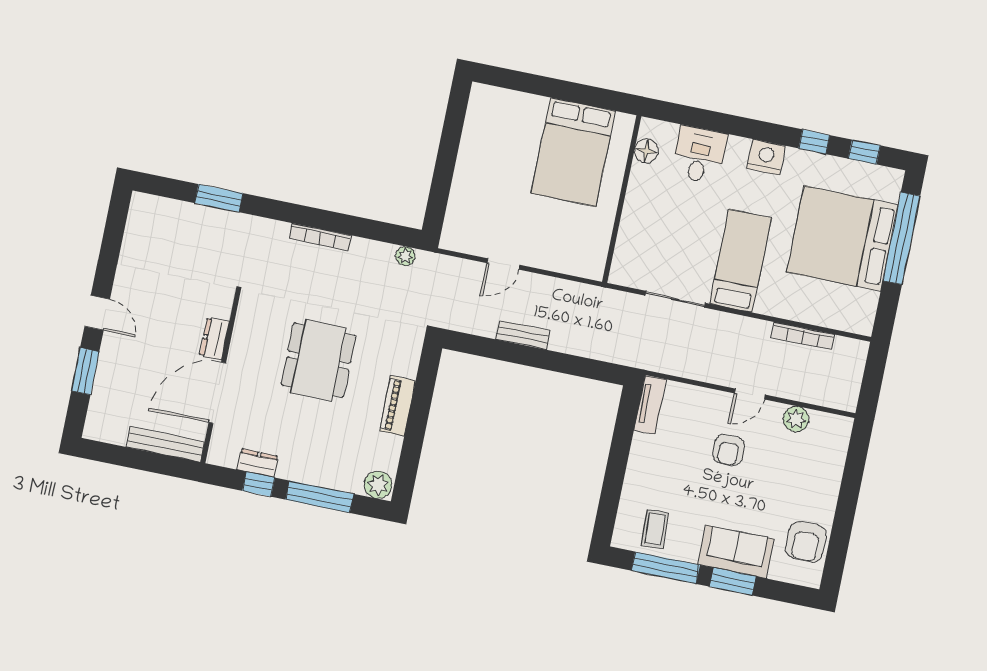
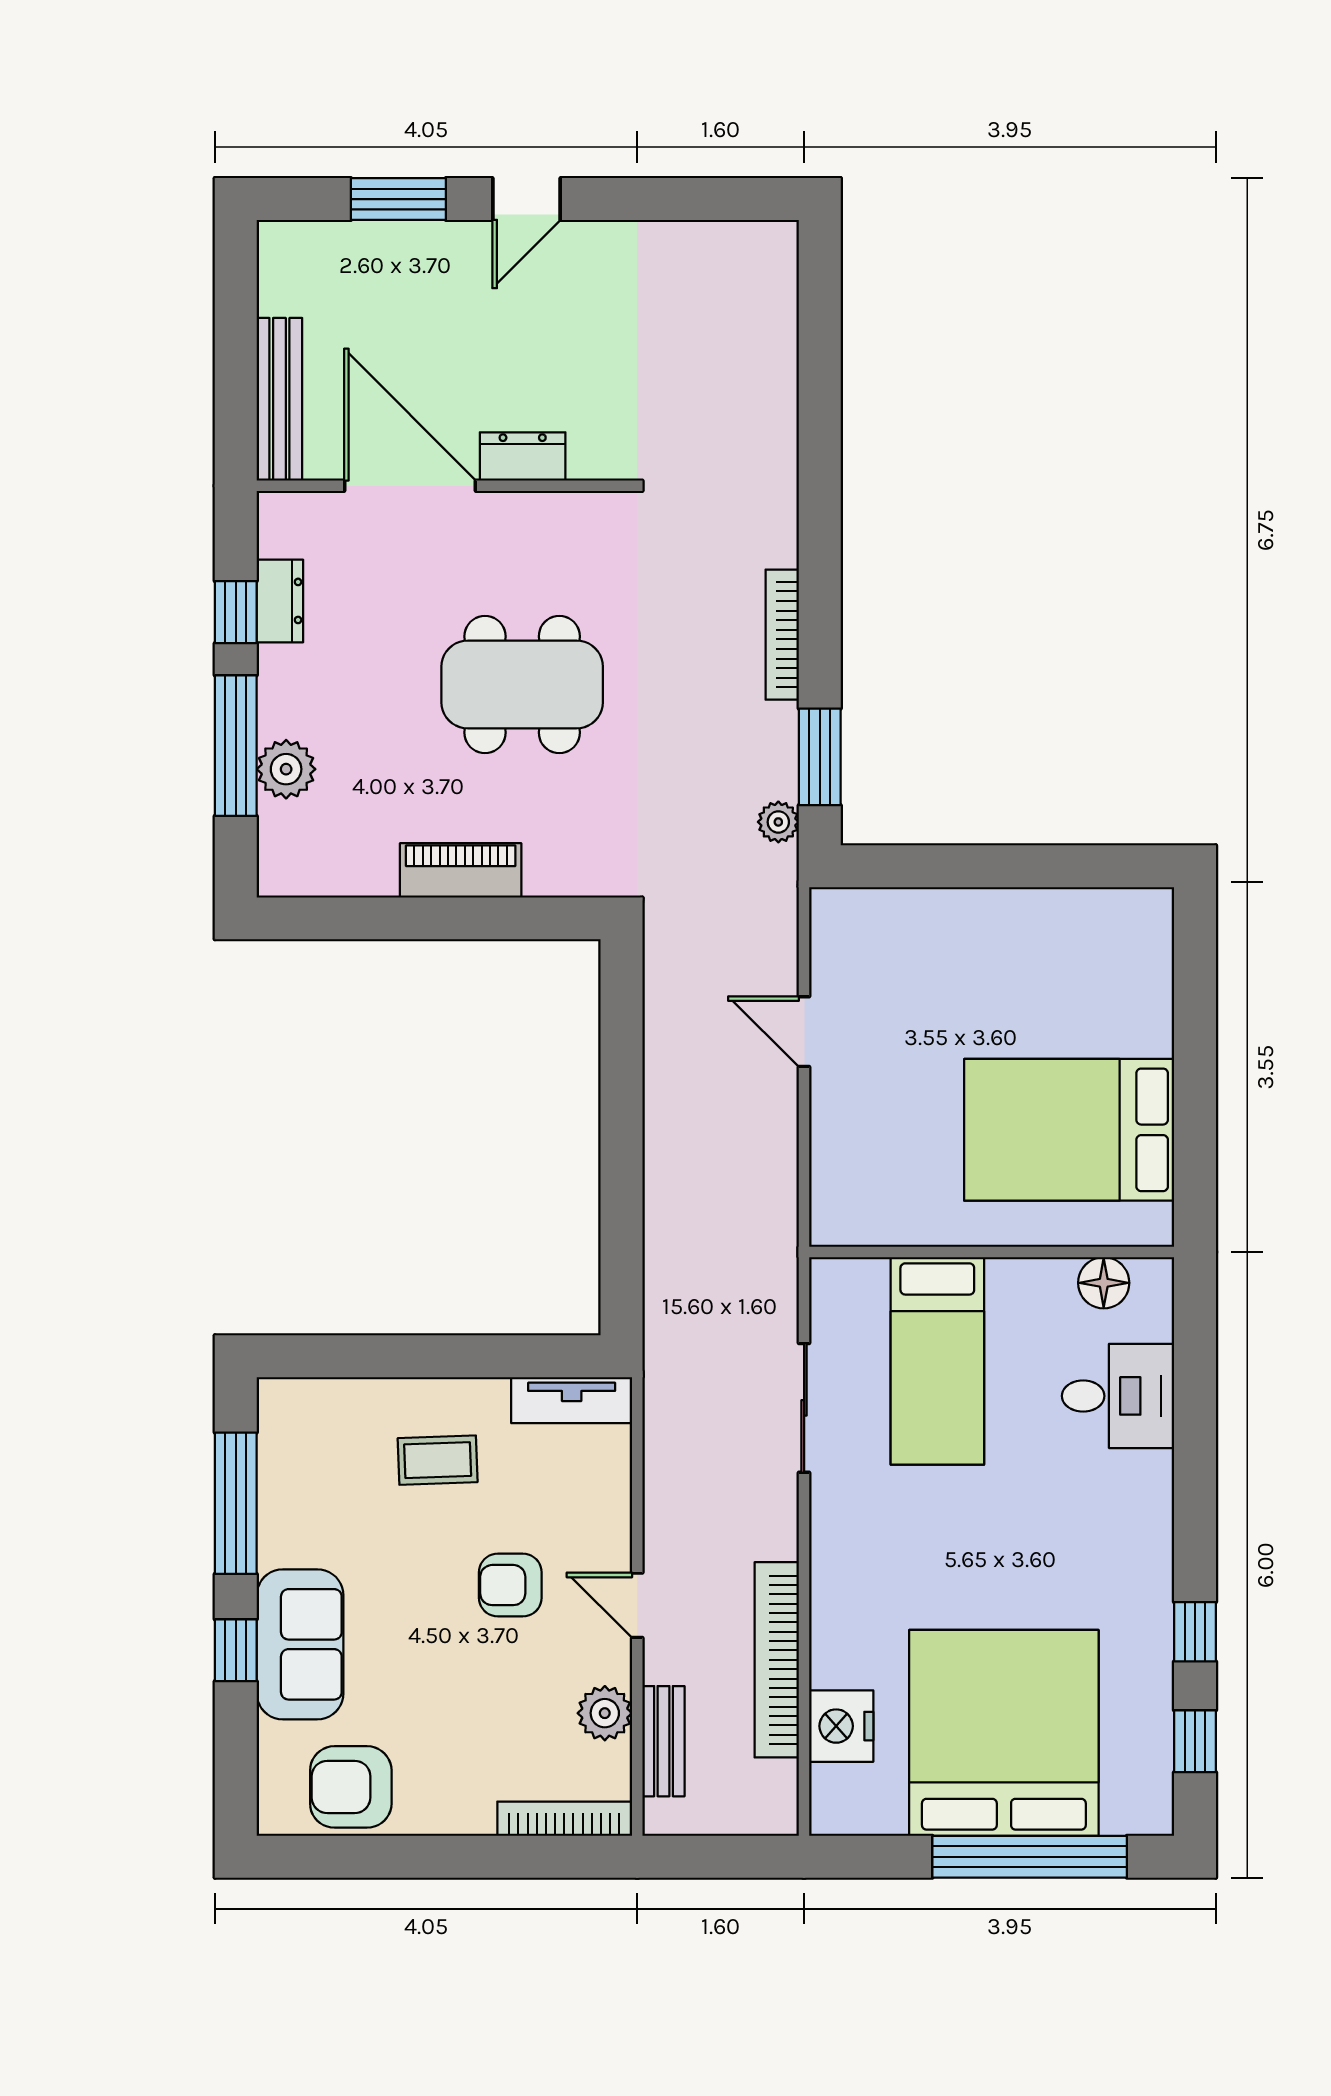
nightstand: (766, 157) -> (841, 1726), moved, turned 180
window: (219, 198) -> (820, 757), moved
bed: (740, 261) -> (937, 1361), moved, turned 90
bench: (523, 335) -> (663, 1741), moved
bookcase: (803, 336) -> (777, 1660), width x1.48, depth x1.31
bookcase: (840, 447) -> (564, 1819), added
plant: (378, 485) -> (286, 769), moved
coffee table: (655, 529) -> (438, 1460), moved
window: (733, 581) -> (236, 1650), width x0.67

